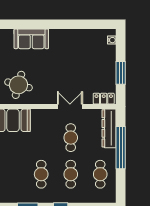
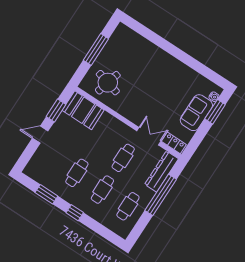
sofa: (31, 39) -> (196, 113), moved, turned 90
window: (121, 73) -> (215, 112), moved
double door: (70, 107) -> (149, 136), moved

